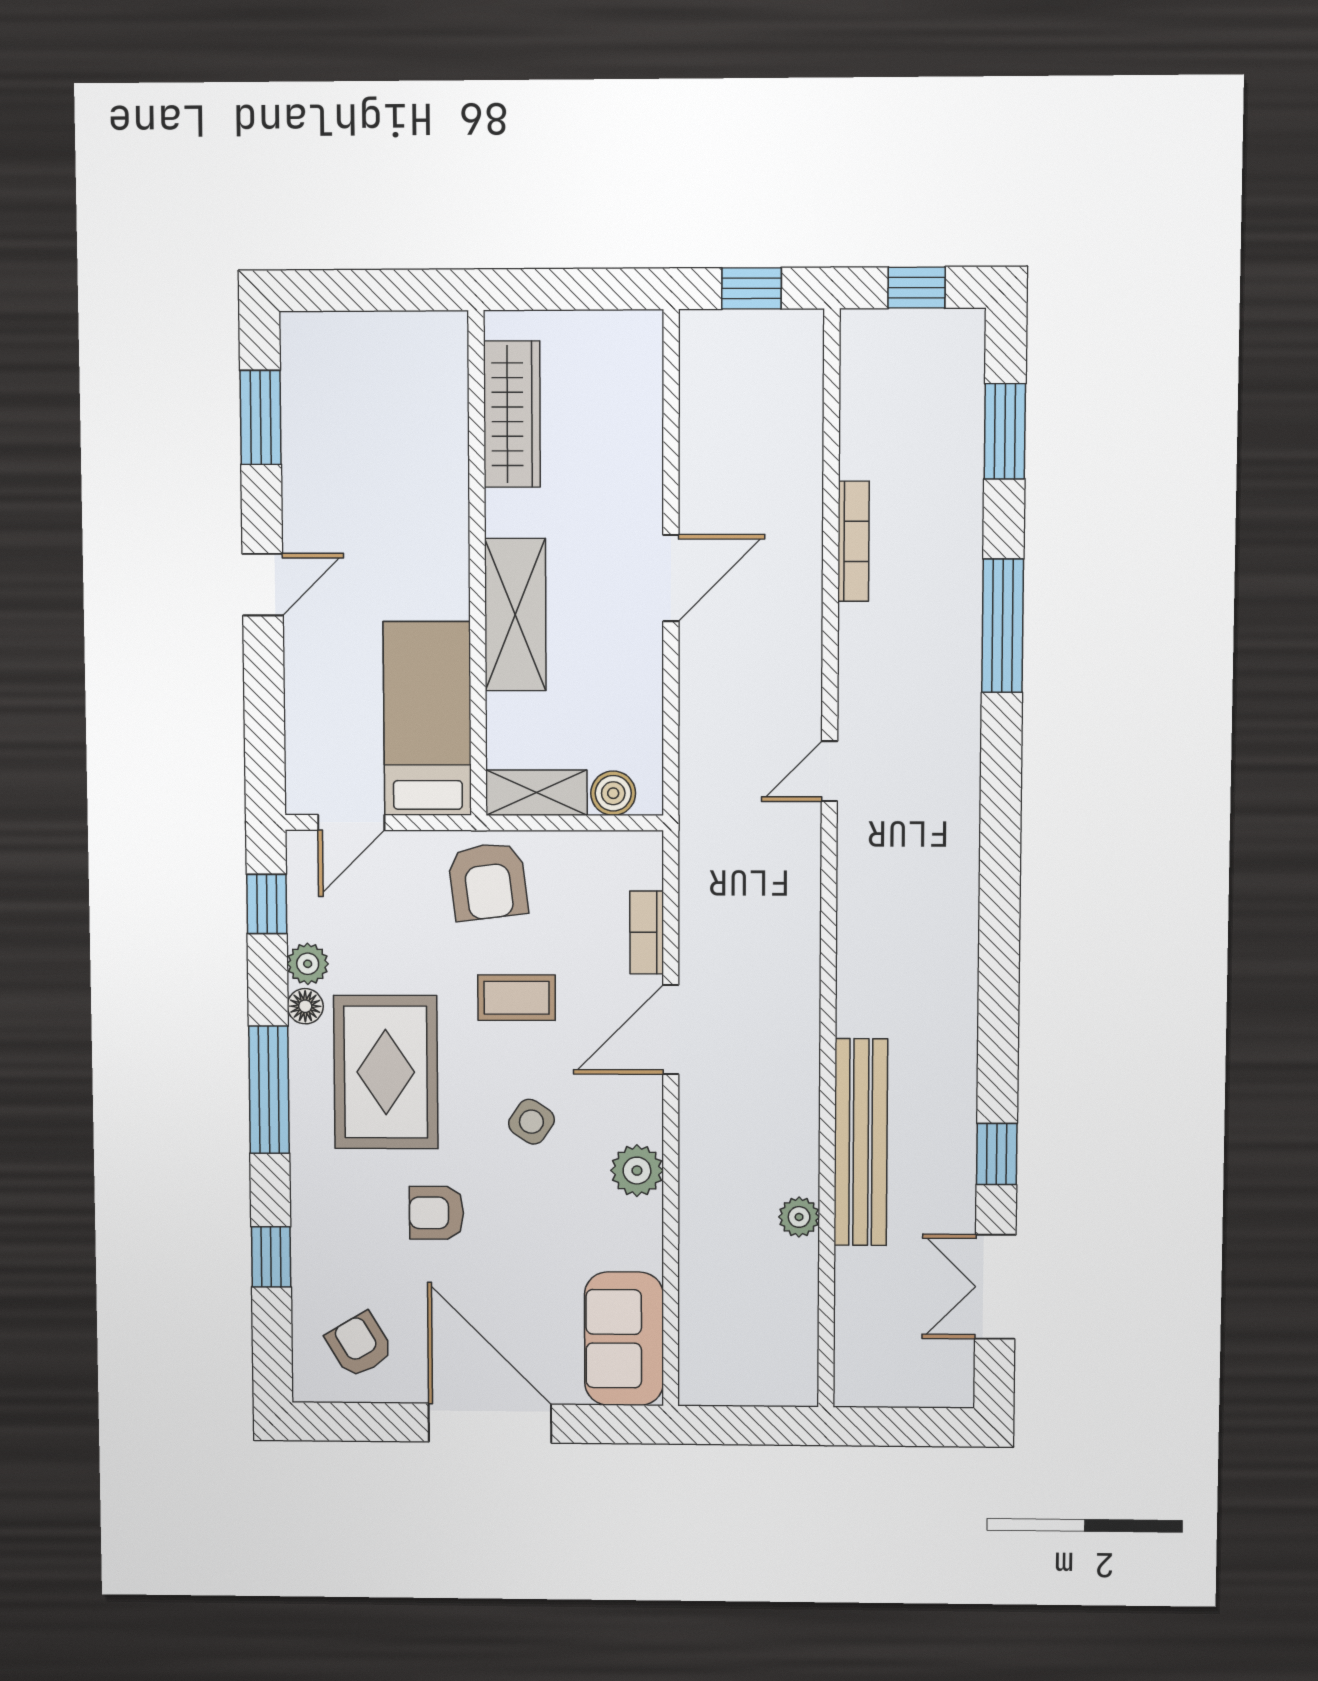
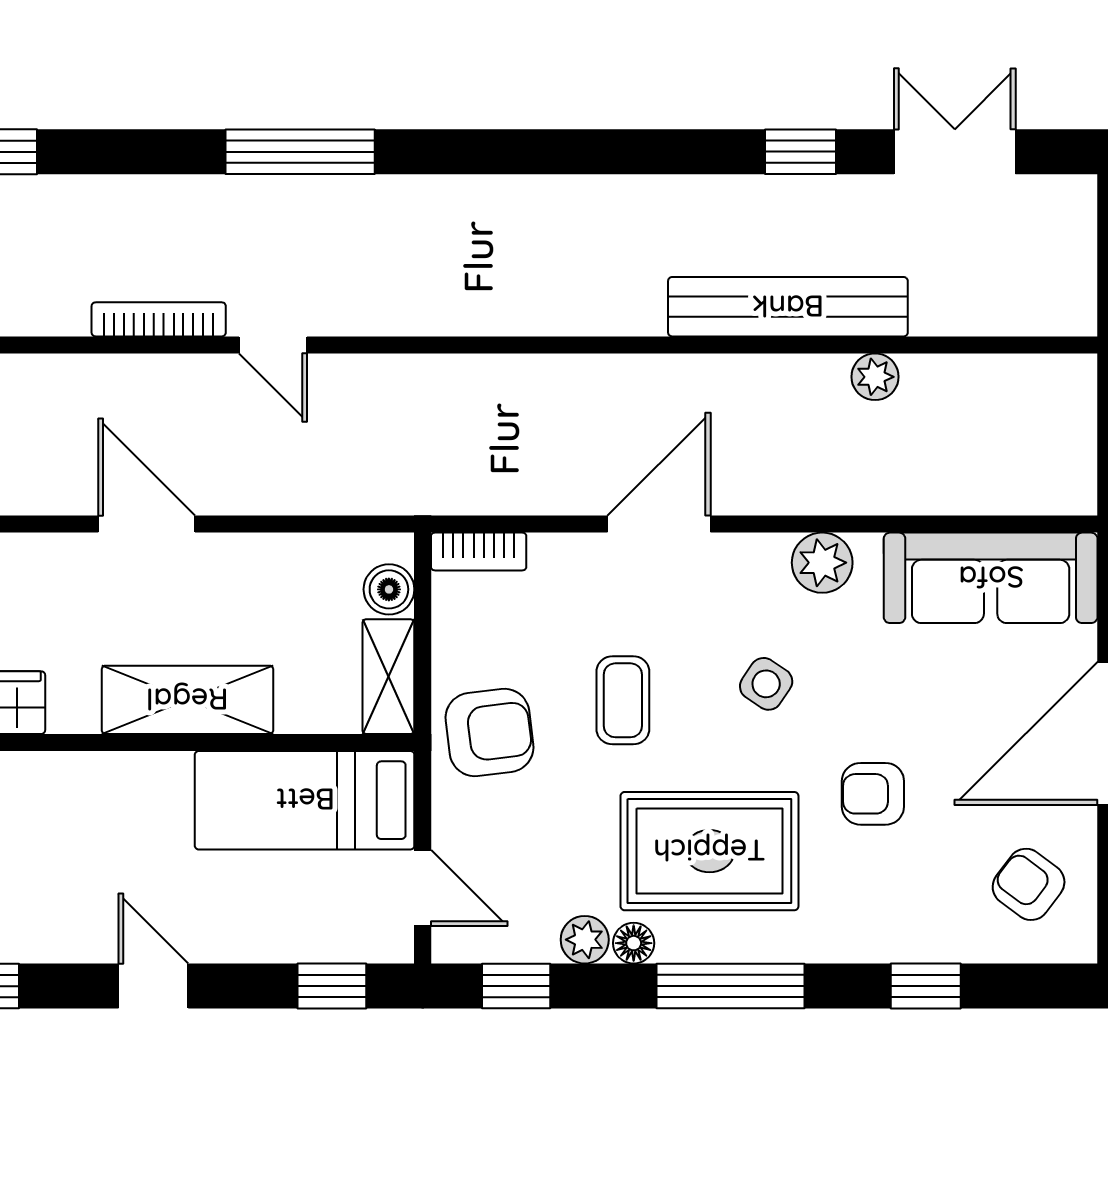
bookcase: (853, 541) -> (159, 319), moved
window: (1003, 626) -> (300, 152), moved
window: (265, 743) -> (332, 986), added
door: (829, 771) -> (273, 345), moved
bookcase: (647, 932) -> (479, 552), moved
door: (671, 1030) -> (659, 524), swing flipped
armchair: (436, 1213) -> (873, 794), turned 90
double door: (995, 1287) -> (955, 152), swing flipped
sofa: (624, 1339) -> (991, 578), width x1.36
armchair: (360, 1345) -> (1029, 884), turned 68

